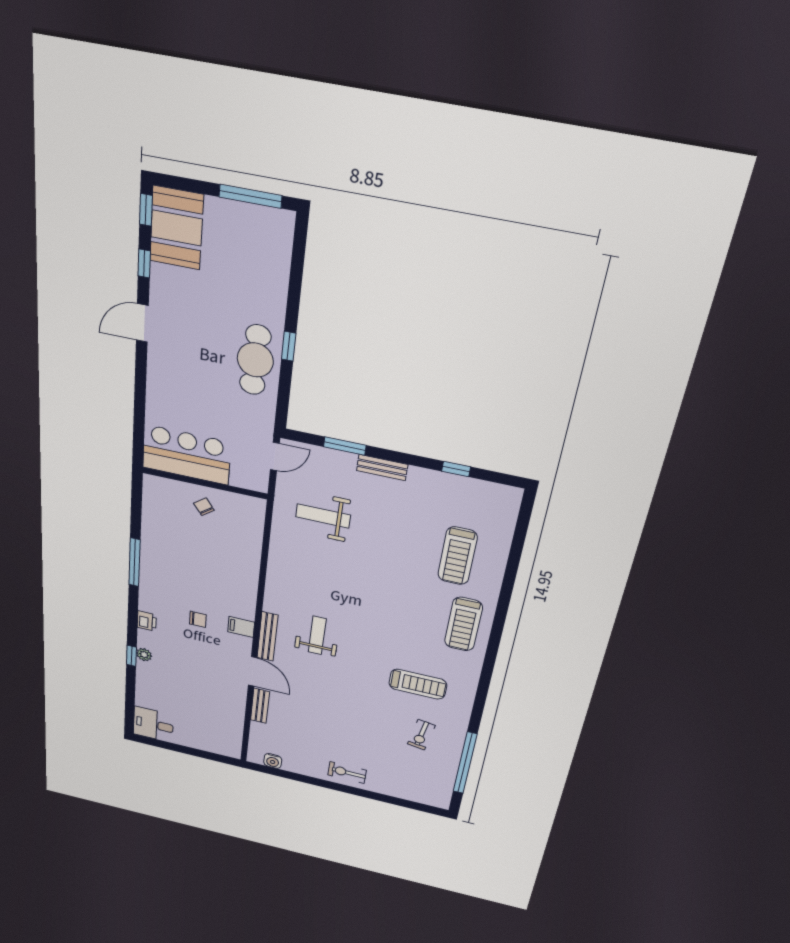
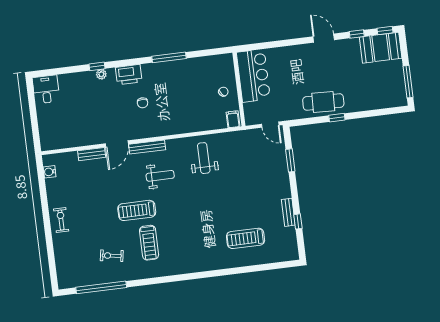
bench: (382, 468) -> (288, 212), moved
weight bench: (323, 516) -> (204, 158), moved
printer: (147, 621) -> (129, 75), width x1.87, depth x1.48
treadmill: (463, 624) -> (137, 210), moved
filing cabinet: (241, 627) -> (233, 119), moved

